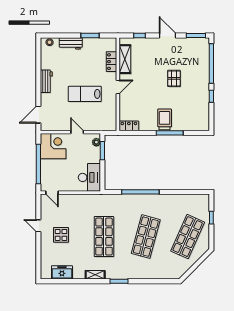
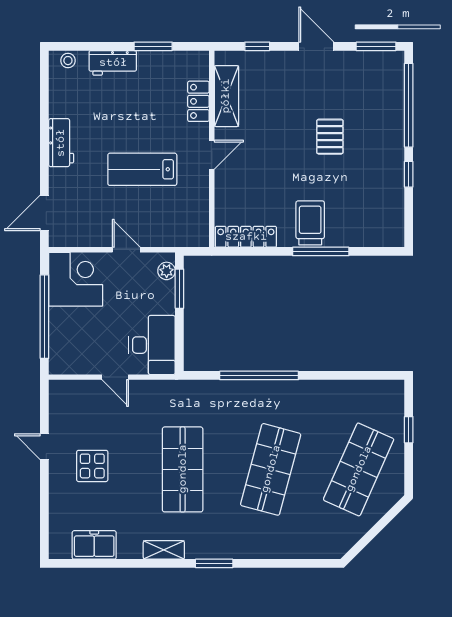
locker: (129, 126) -> (246, 237), width x1.53
door: (52, 193) -> (115, 377), moved

